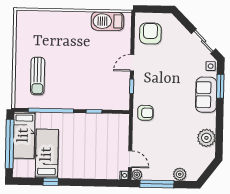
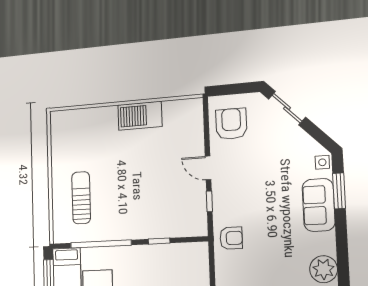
barbecue: (107, 21) -> (140, 116), moved
sliding door: (204, 41) -> (287, 108), moved
door: (132, 63) -> (208, 168), hinge flipped
sun lounger: (38, 76) -> (81, 198), turned 180

